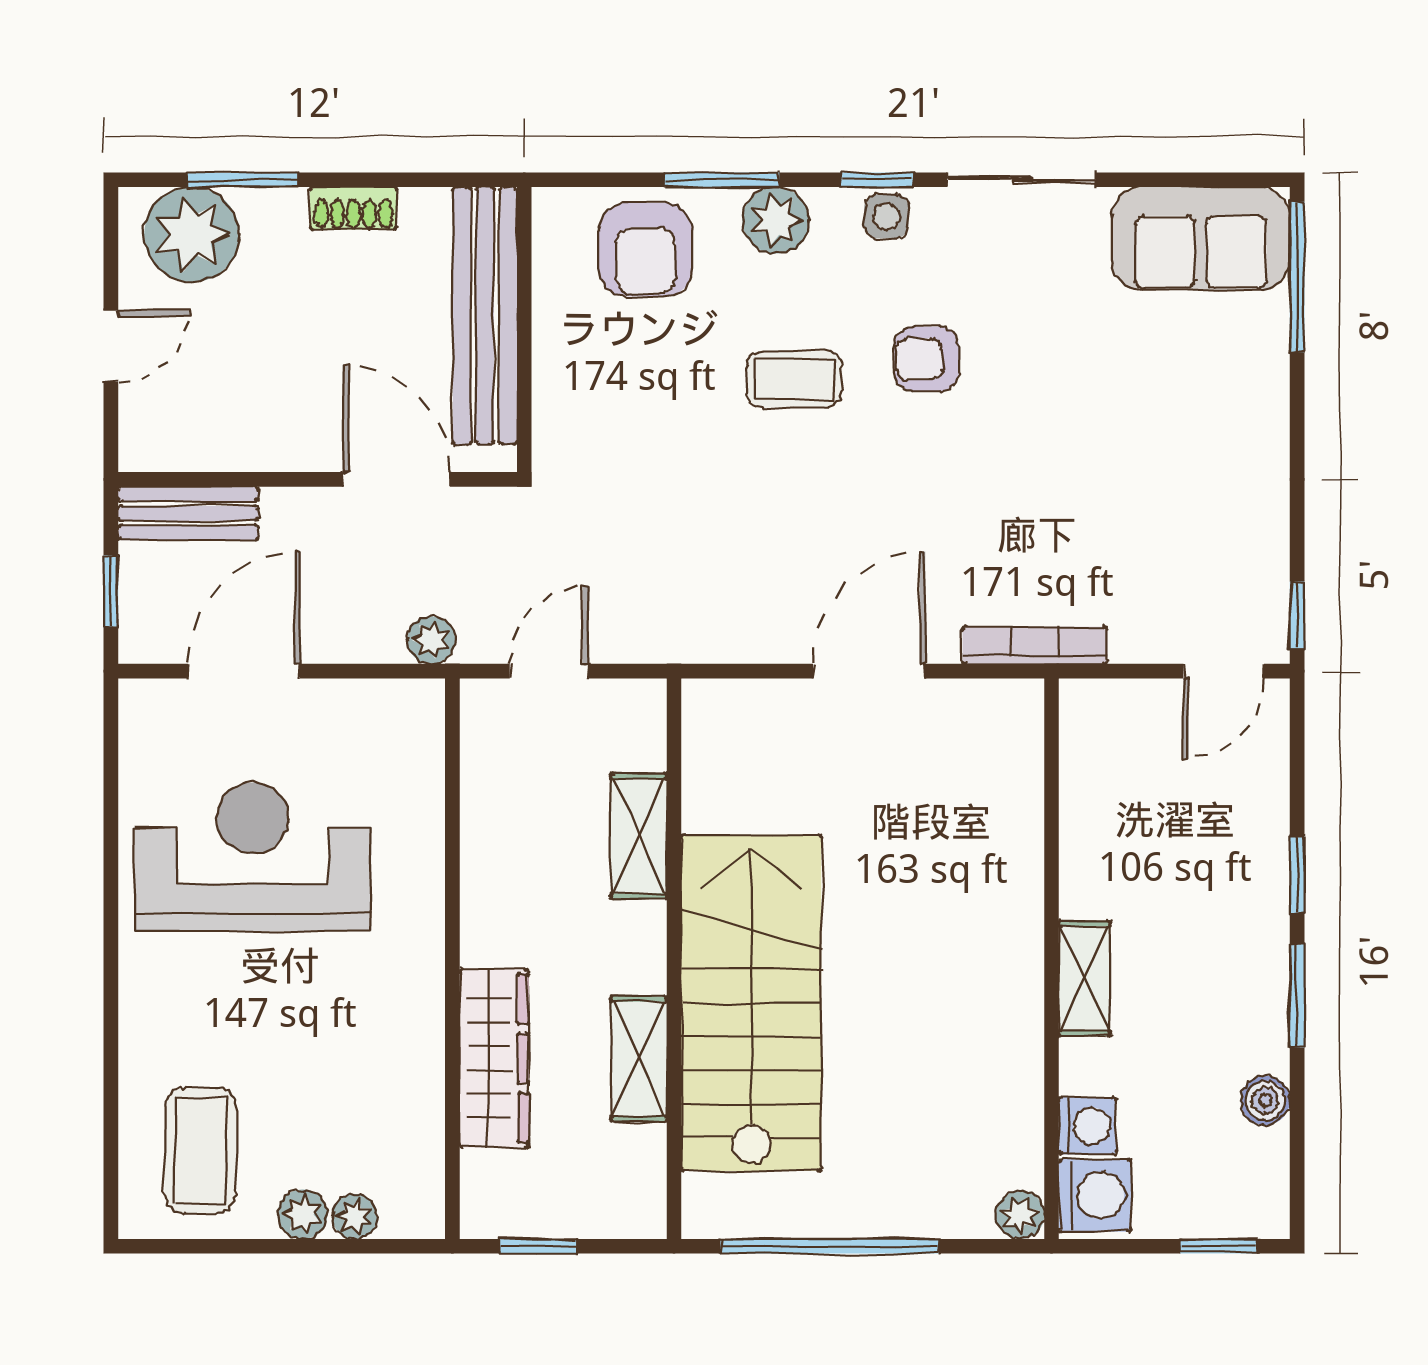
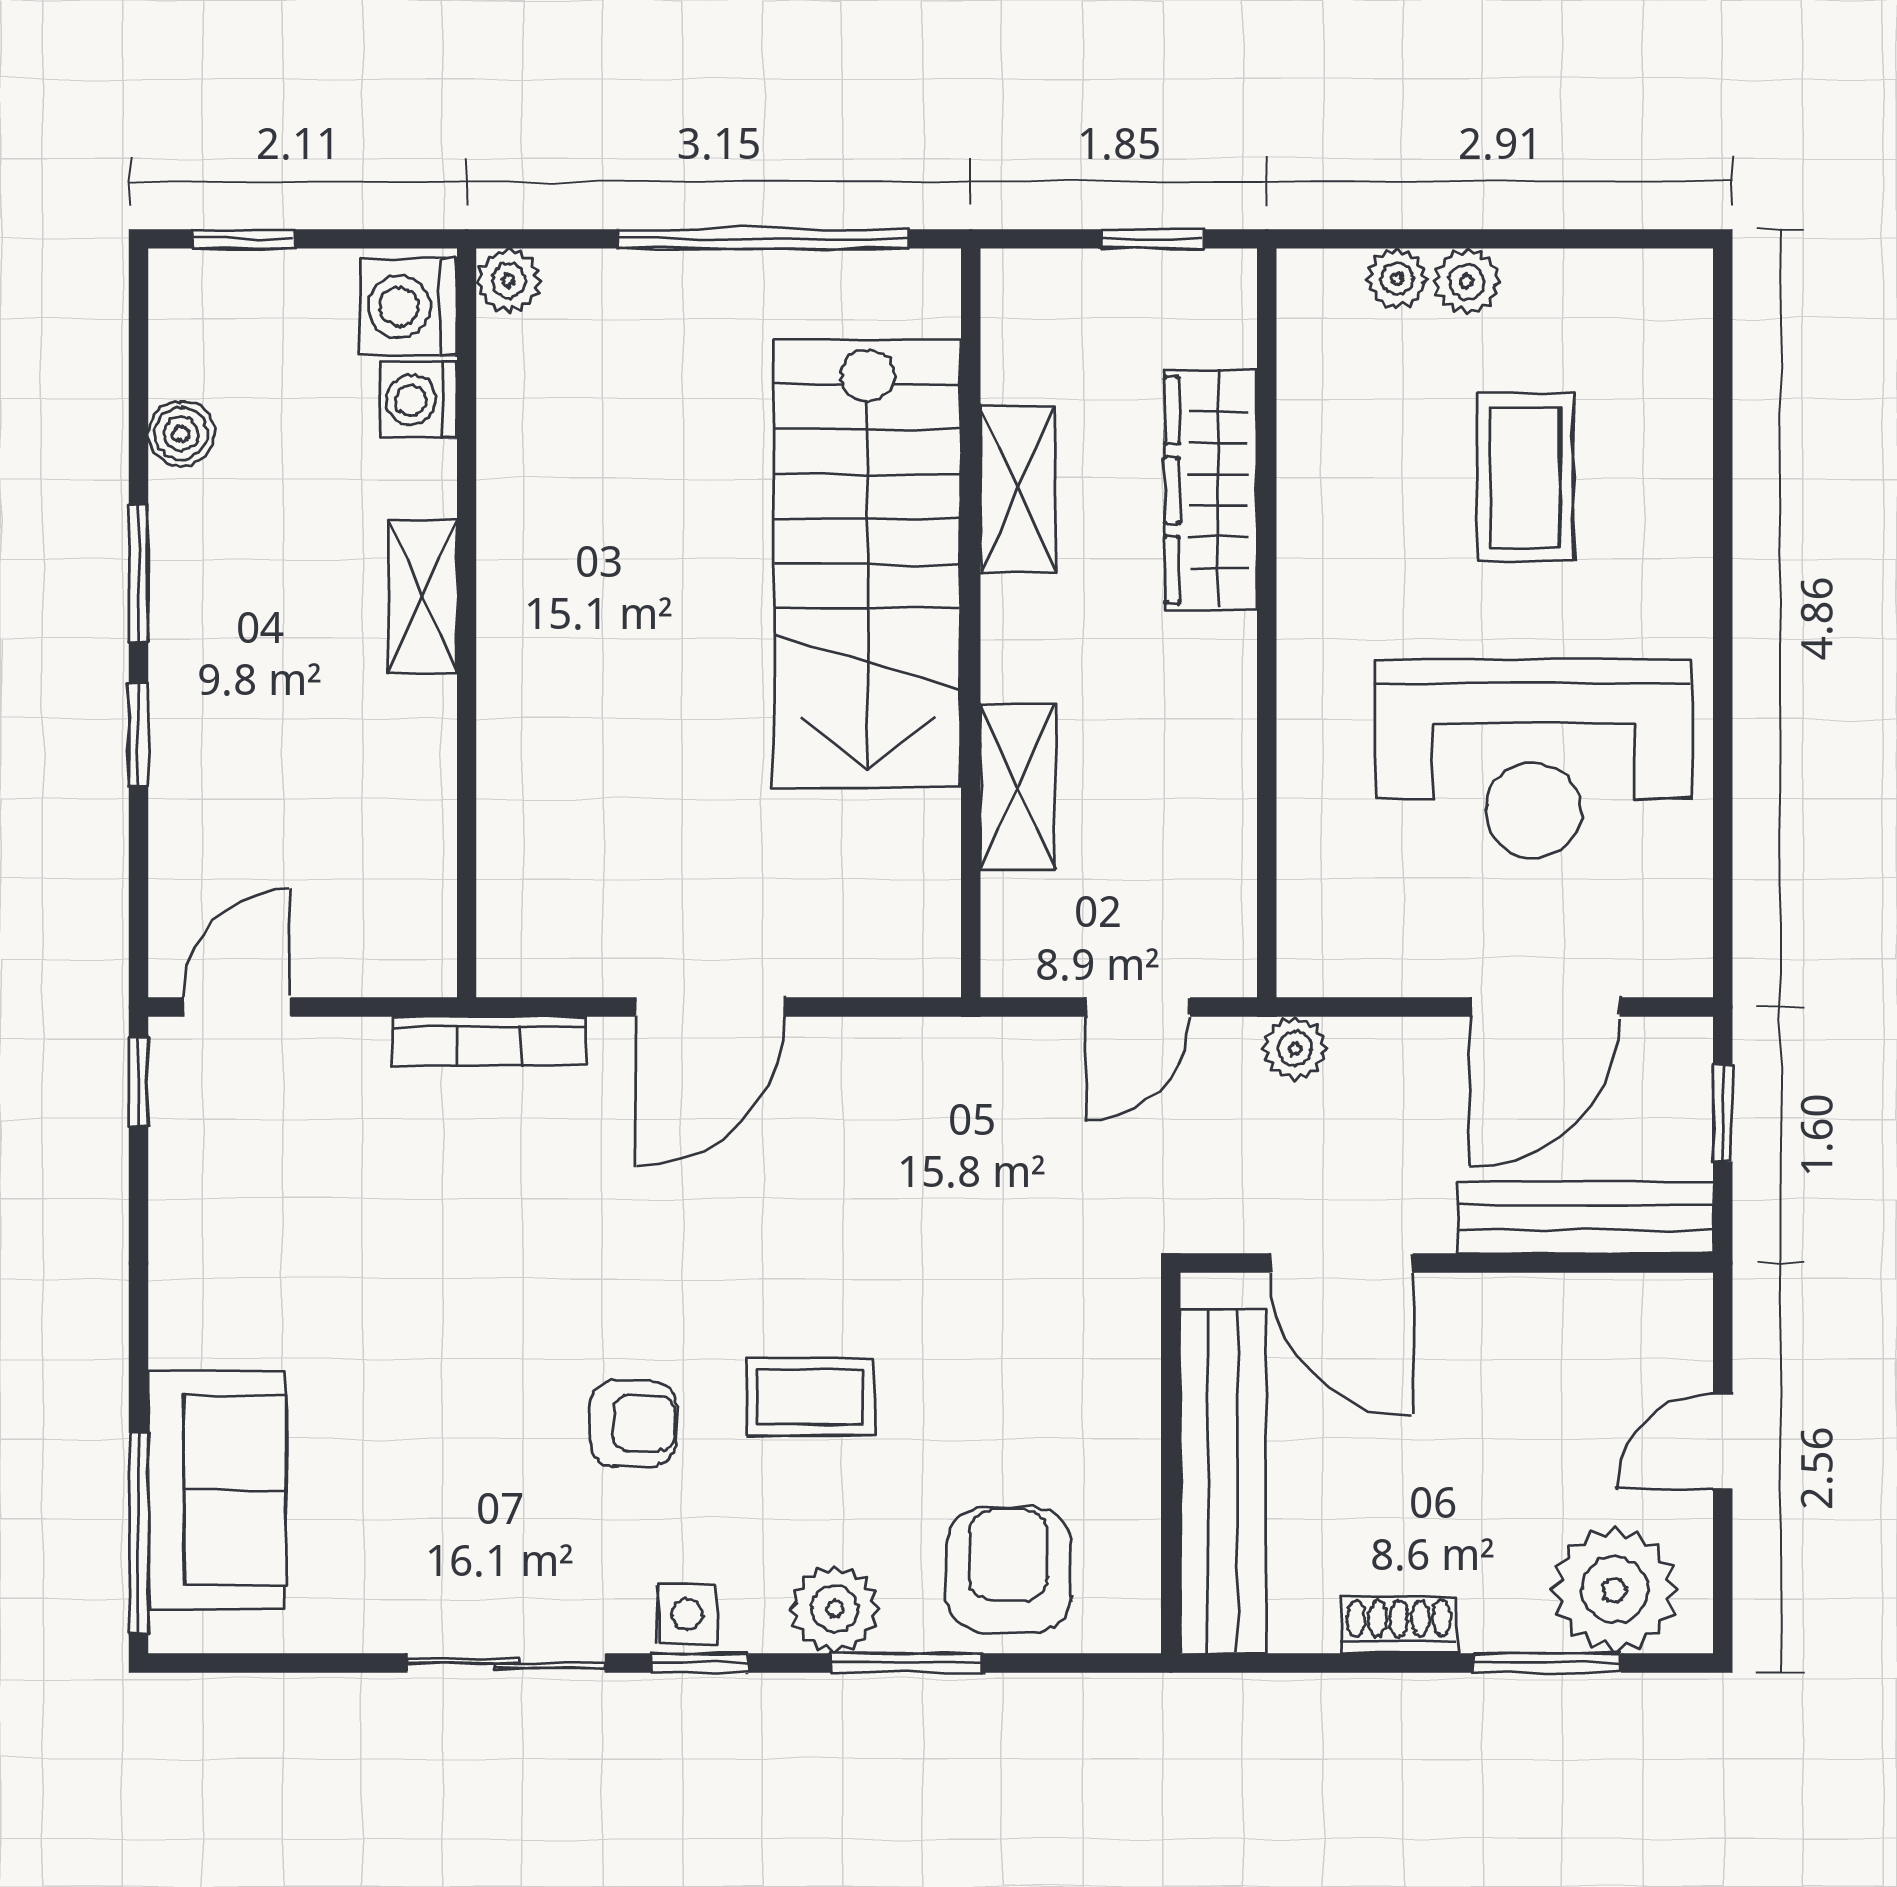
sofa: (1201, 239) -> (217, 1490), moved, turned 90
bench: (188, 513) -> (1585, 1218), width x1.36
coffee table: (201, 1150) -> (1525, 477), moved

